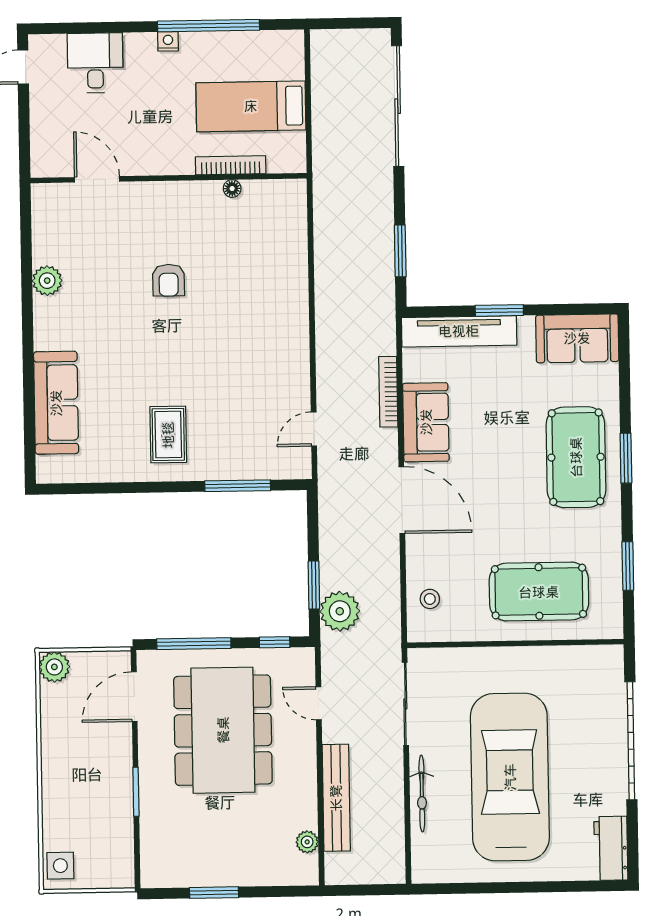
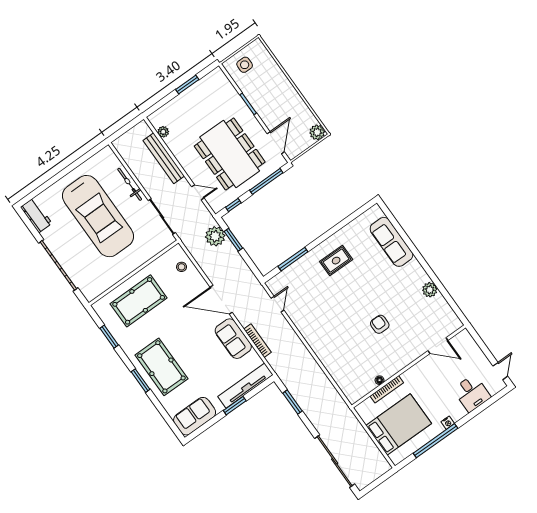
bed: (251, 106) -> (399, 424), width x1.50
rug: (168, 435) -> (336, 261), turned 90
side table: (60, 866) -> (245, 65), moved

